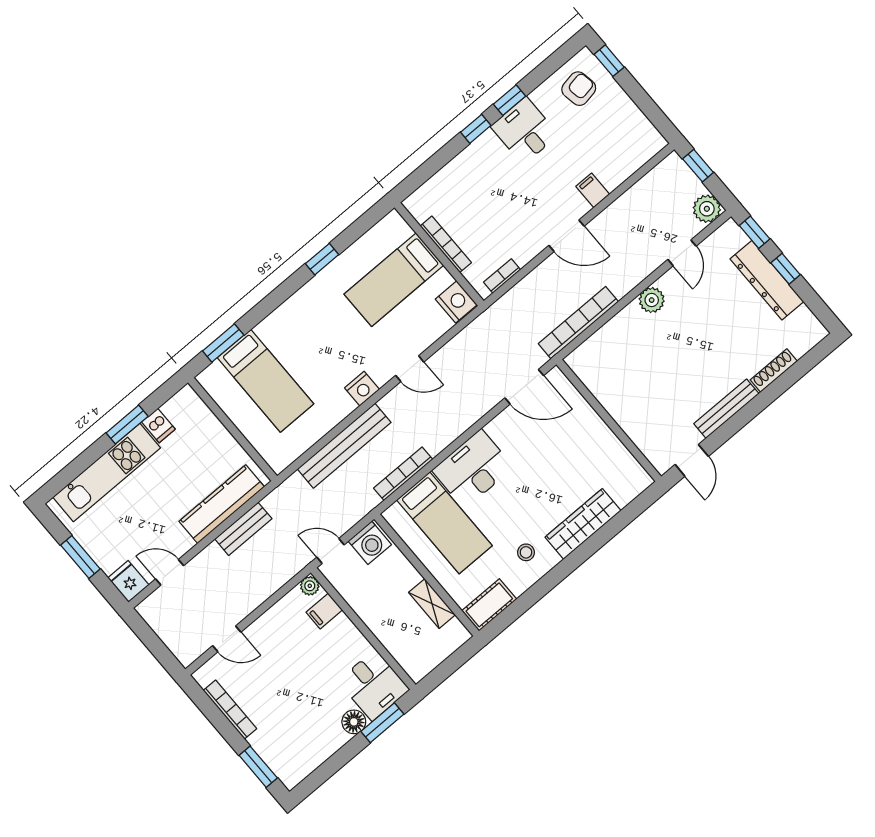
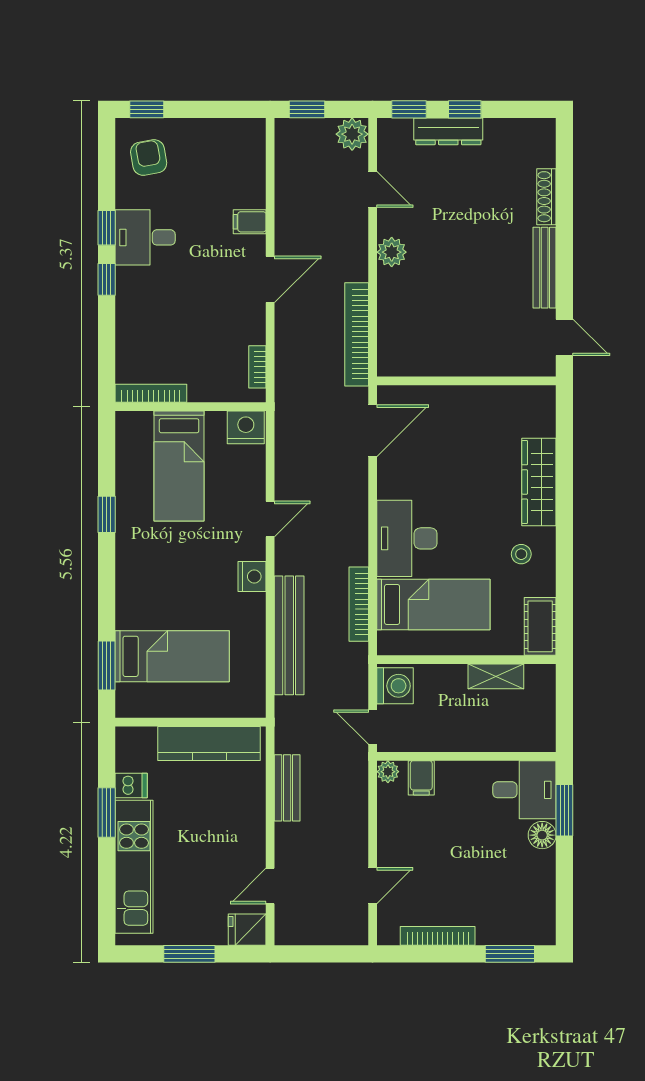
bookcase: (446, 244) -> (151, 393), moved
dresser: (767, 280) -> (448, 131), width x0.73, depth x0.80
kitchen counter: (222, 504) -> (209, 744), moved, turned -90
door: (330, 551) -> (373, 727), hinge flipped

